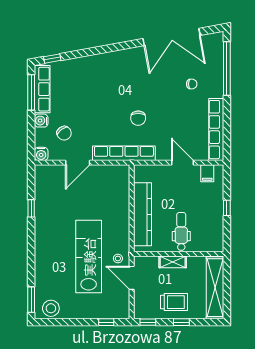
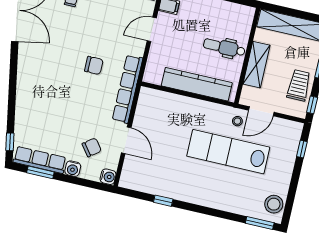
window: (31, 92) -> (40, 172), width x0.69
shelving: (173, 262) -> (257, 65), width x1.50, depth x1.33
trolley: (174, 302) -> (299, 85), moved

